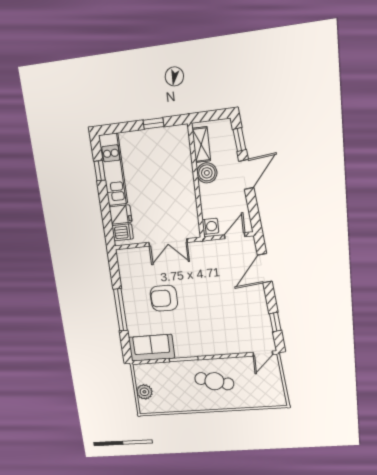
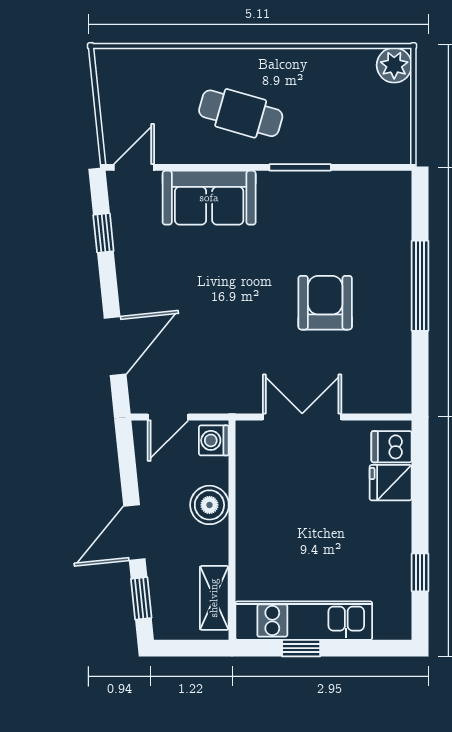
kitchen unit: (113, 170) -> (304, 621), moved, turned 90
boiler: (207, 173) -> (209, 505), moved
armchair: (164, 298) -> (325, 303), turned -90
sofa: (152, 348) -> (209, 198), moved
plant: (144, 392) -> (394, 65), moved

